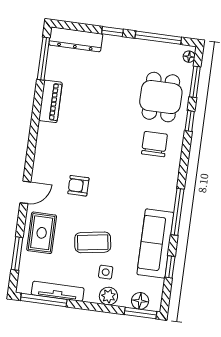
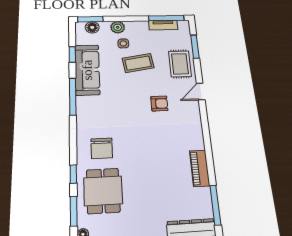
tv unit: (58, 291) -> (163, 25), width x0.71

